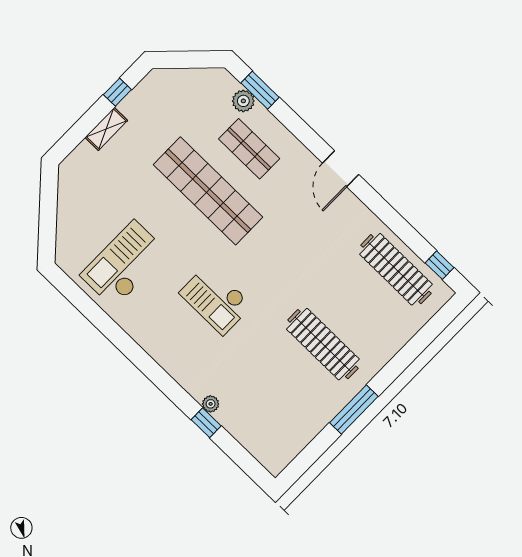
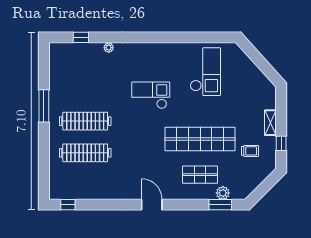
trolley: (163, 119) -> (250, 151), added
clothes rail: (396, 269) -> (85, 153), moved
window: (206, 423) -> (81, 37), moved

